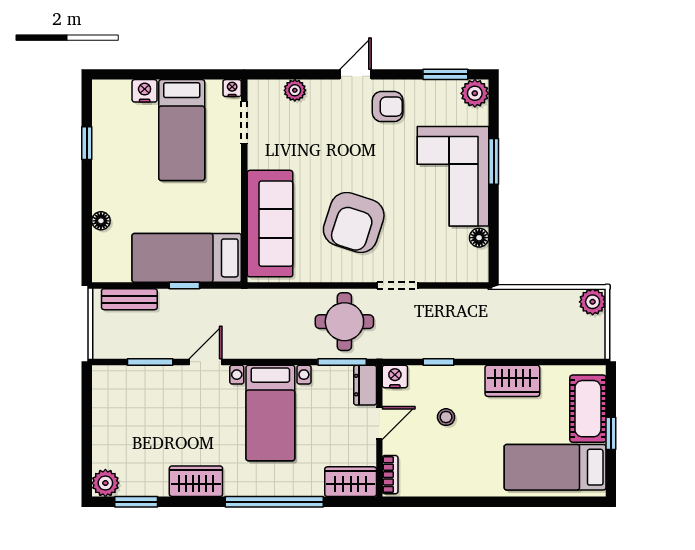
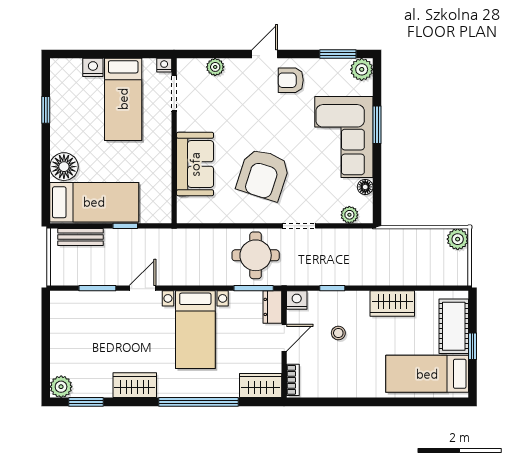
armchair: (388, 107) -> (291, 80), turned 180
floor lamp: (101, 221) -> (64, 167), width x1.89, depth x1.89
sofa: (270, 224) -> (195, 164), width x0.73
bed: (187, 258) -> (94, 202), moved, turned 180
plant: (460, 272) -> (349, 215), added

